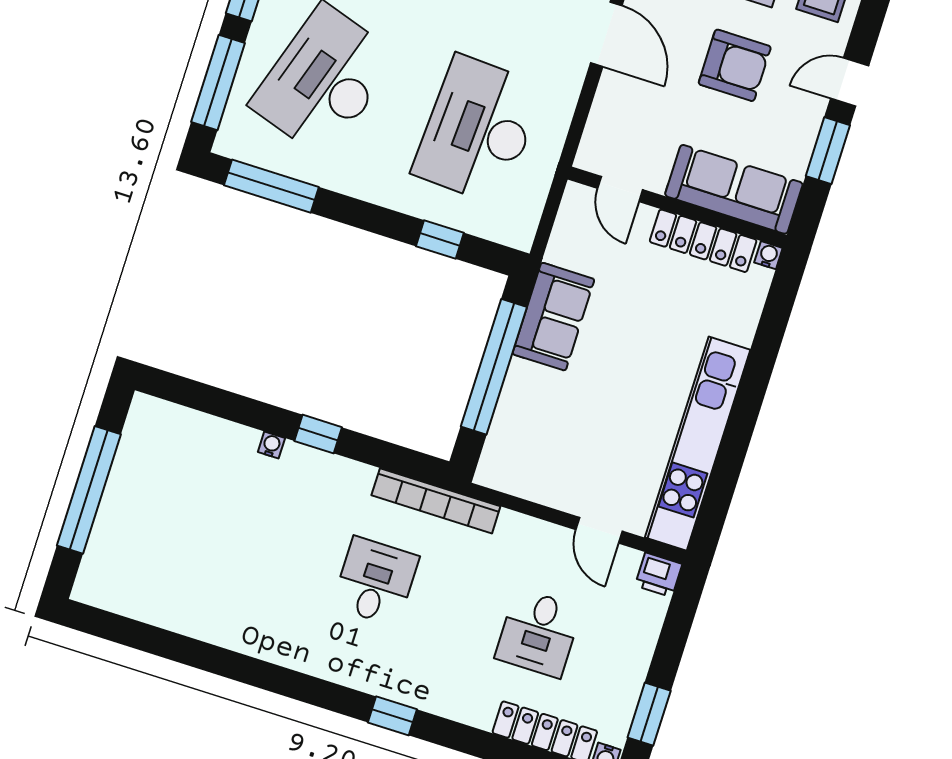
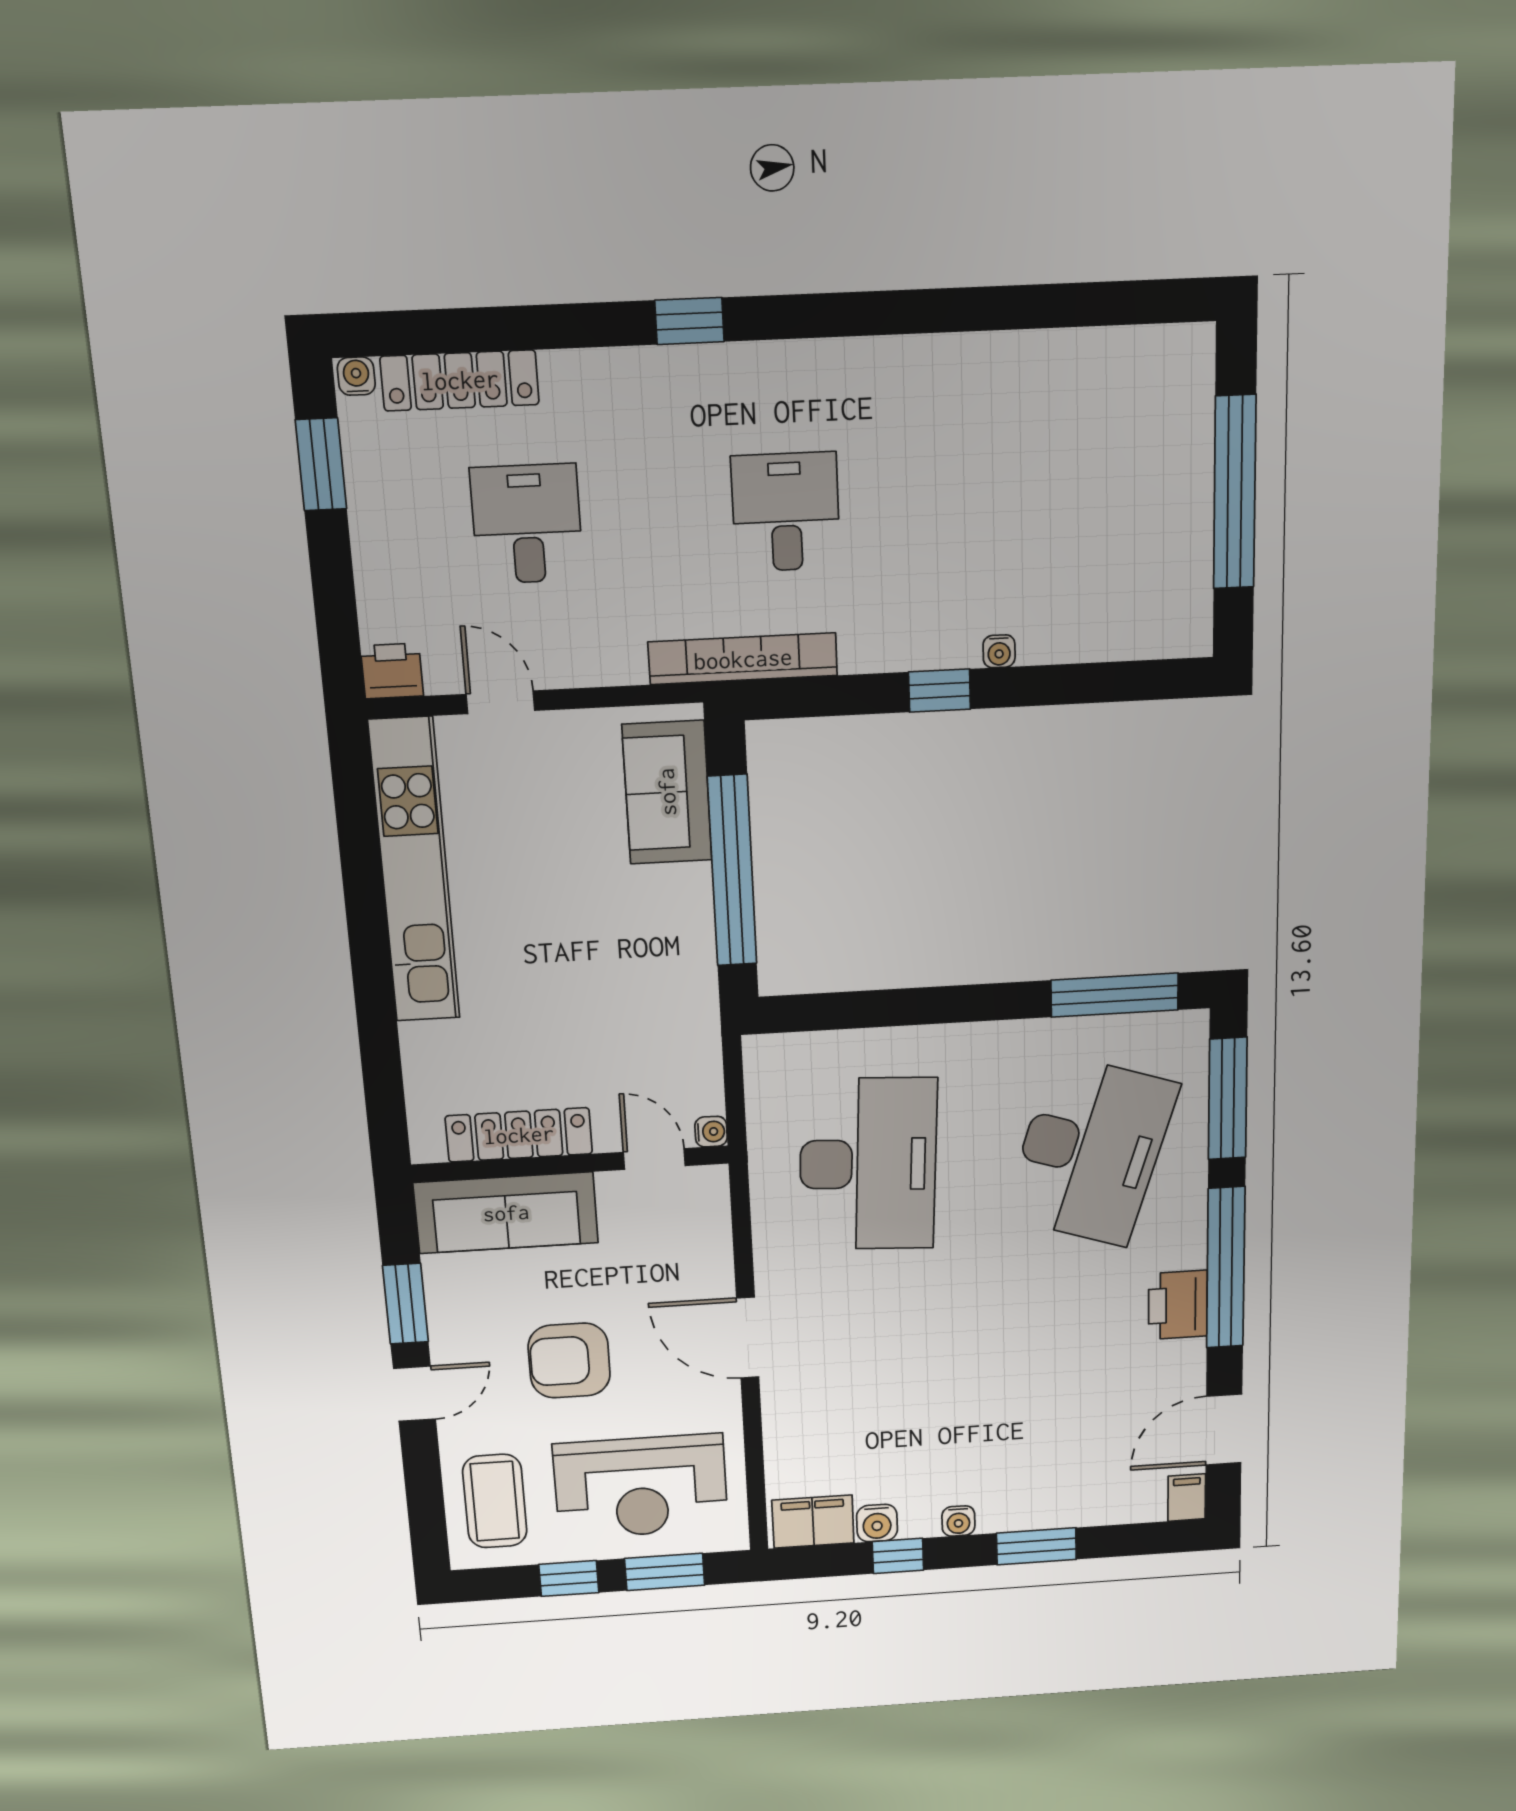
window: (440, 239) -> (867, 1009), removed
water cooler: (768, 255) -> (711, 1132), moved, turned -90
sofa: (553, 317) -> (667, 792), moved
desk: (376, 581) -> (786, 512), turned 180

